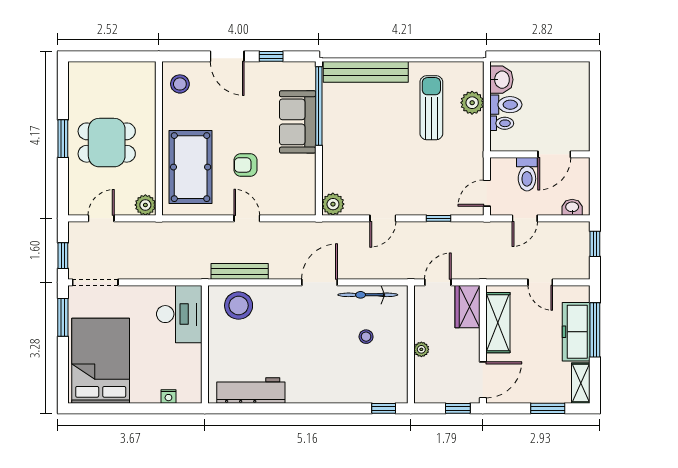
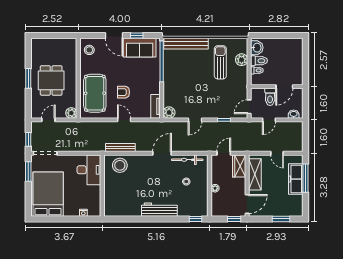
sofa: (298, 122) -> (140, 48), moved, turned -90
dining table: (107, 143) -> (51, 80), turned 90
tv unit: (307, 192) -> (155, 106), added
window: (595, 244) -> (305, 133), removed
shelving: (581, 383) -> (298, 206), removed
workbench: (251, 391) -> (159, 210), moved

